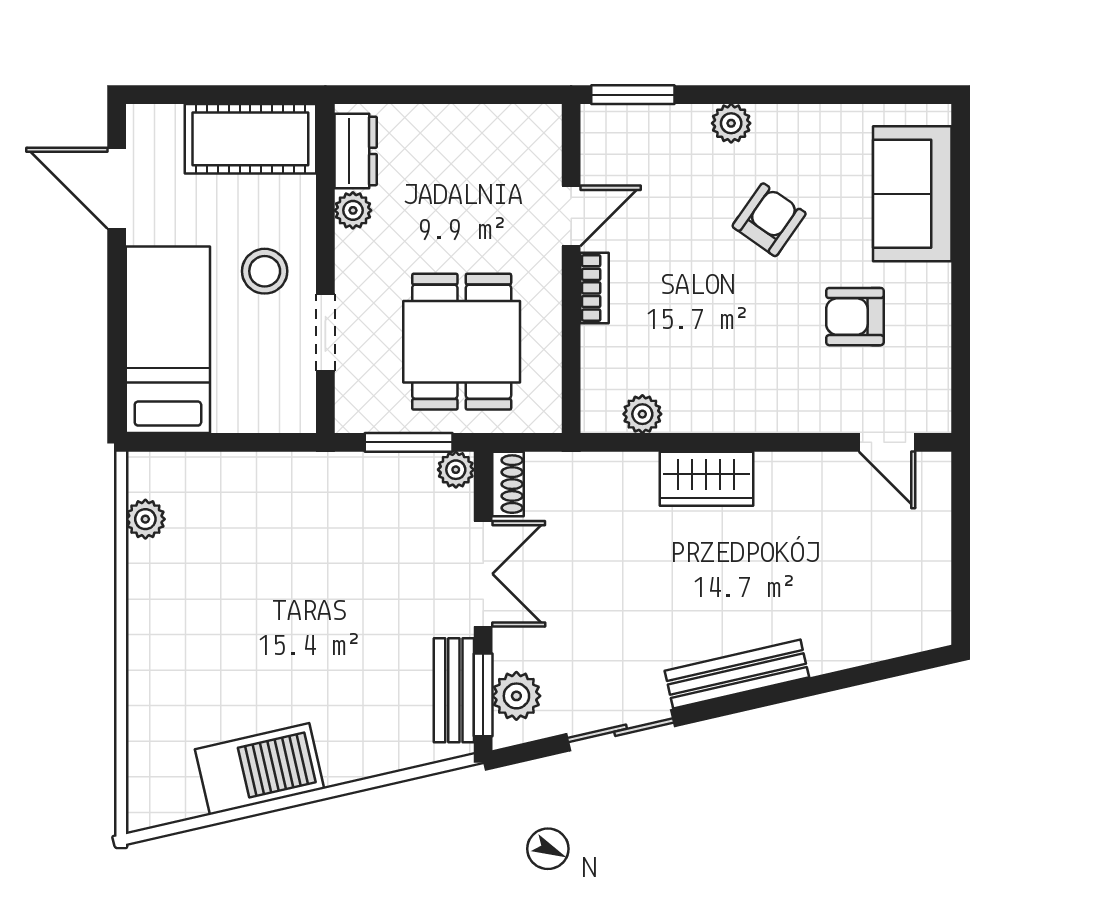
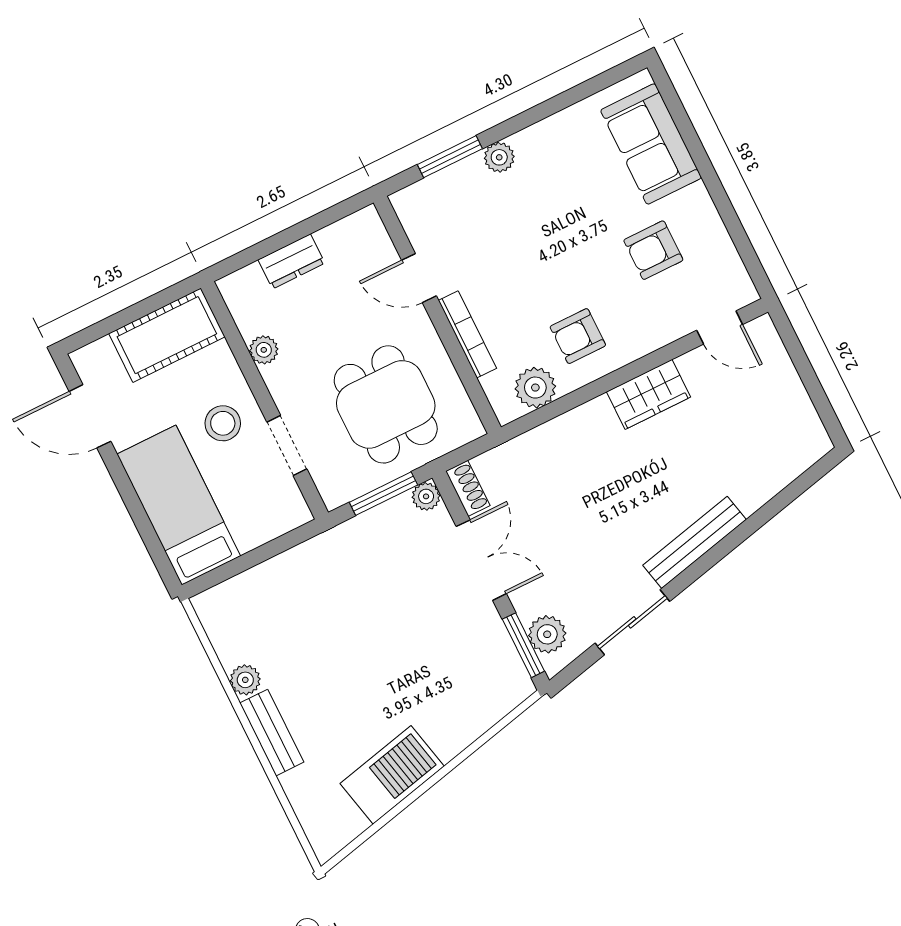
window: (633, 95) -> (450, 157), moved
dresser: (356, 151) -> (291, 261), moved, turned 90
door: (571, 216) -> (419, 278), swing flipped
armchair: (769, 220) -> (578, 336), moved, turned -125
bookcase: (595, 288) -> (467, 334), width x1.56
plant: (642, 414) -> (535, 388), width x1.38, depth x1.38
wardrobe: (706, 479) -> (649, 394), moved
plant: (145, 519) -> (245, 680), moved
bench: (454, 690) -> (272, 733), moved

